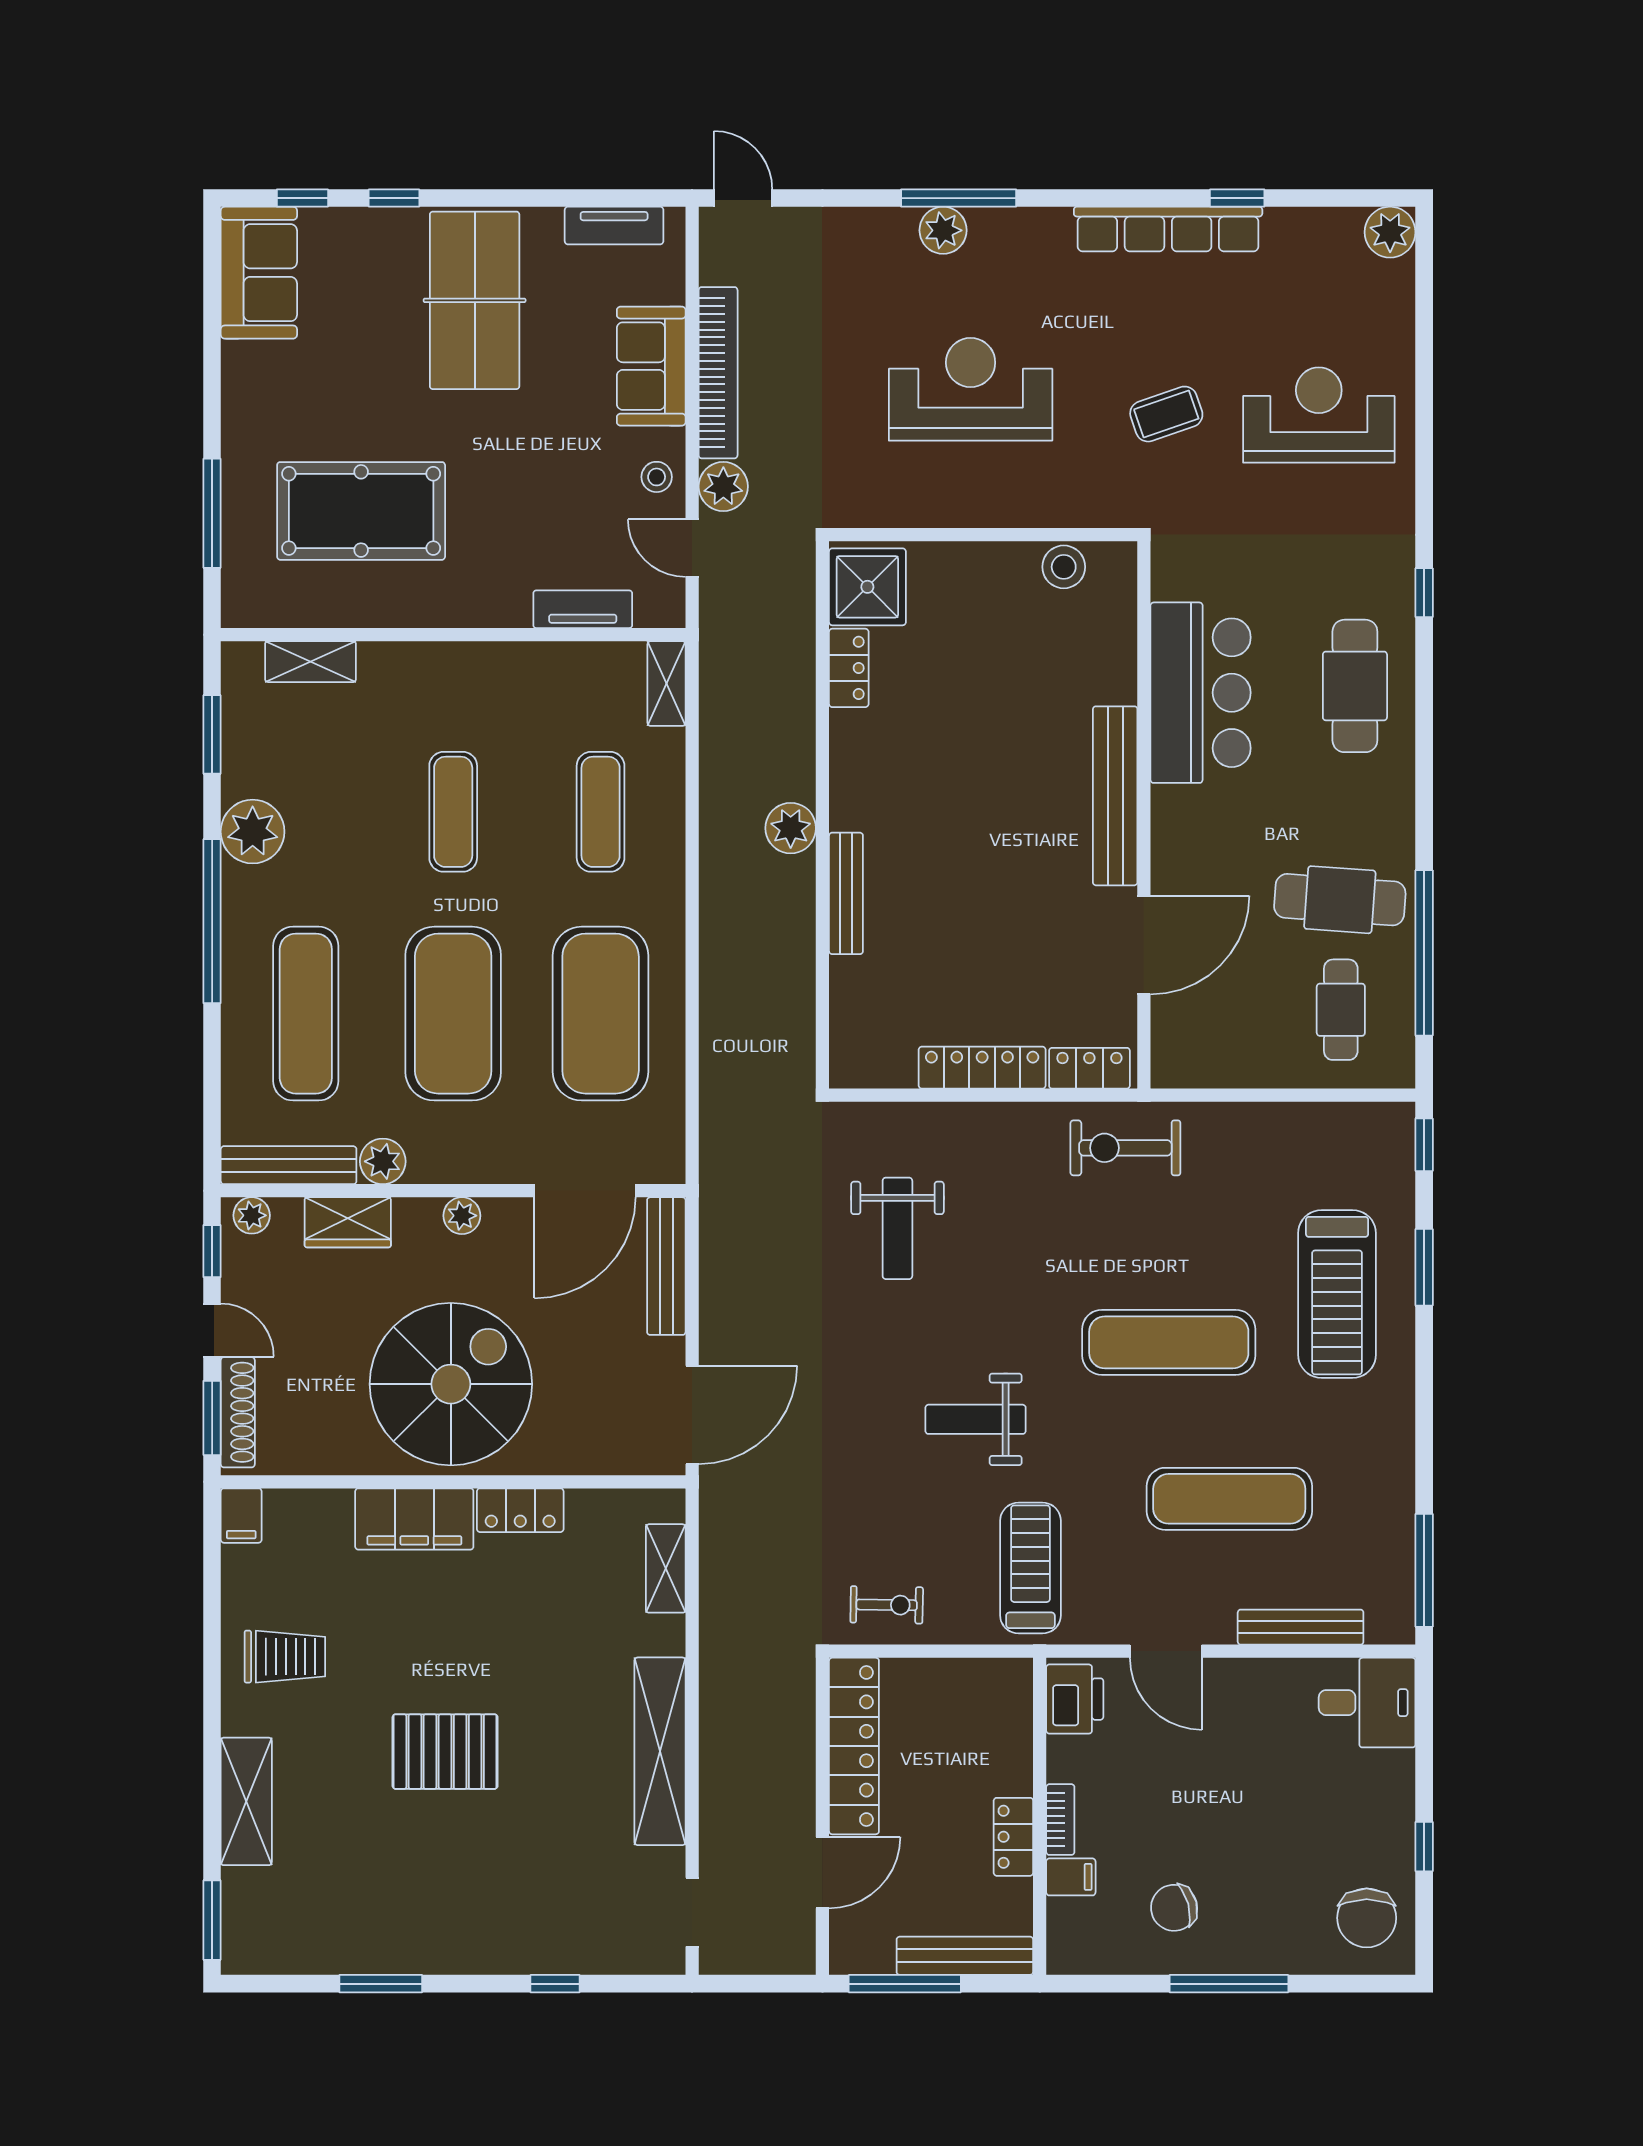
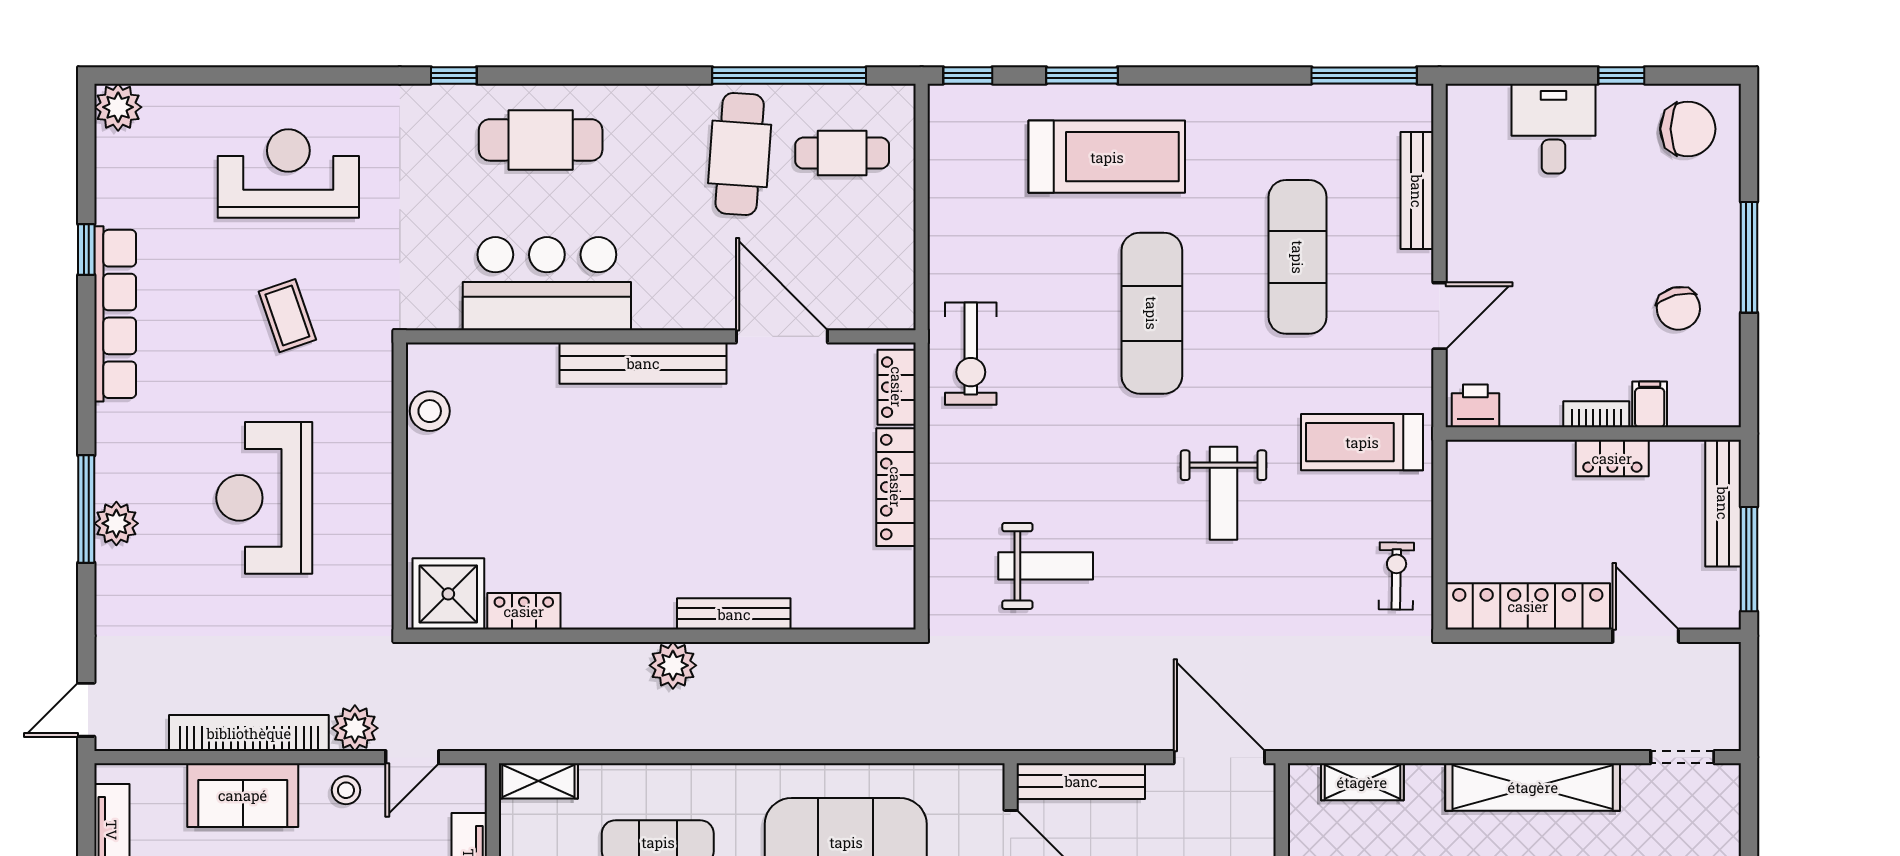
reception desk: (1319, 415) -> (288, 174), turned 90
printer: (1075, 1699) -> (1475, 406), width x0.73, depth x0.81
desk: (1367, 1703) -> (1554, 129), moved

